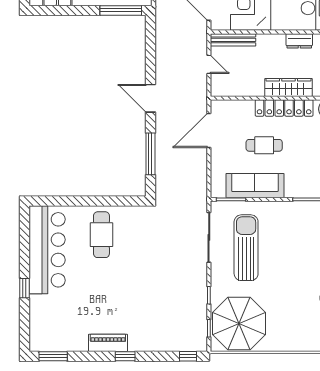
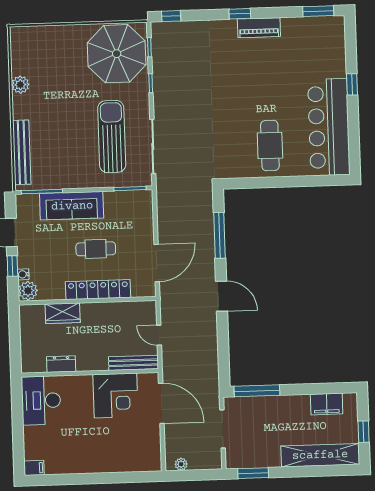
wardrobe: (288, 87) -> (63, 313), width x0.67
locker: (284, 108) -> (98, 290), moved
sofa: (255, 186) -> (72, 206), moved
sun lounger: (246, 248) -> (112, 136), turned 180

